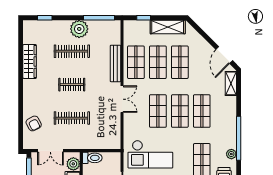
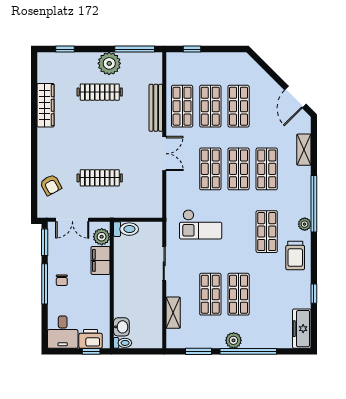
shelving: (168, 27) -> (223, 61), removed
shelving: (231, 83) -> (304, 150), moved
clothes rail: (72, 85) -> (100, 135), removed
checkout: (150, 154) -> (201, 224), width x0.73, depth x0.83

